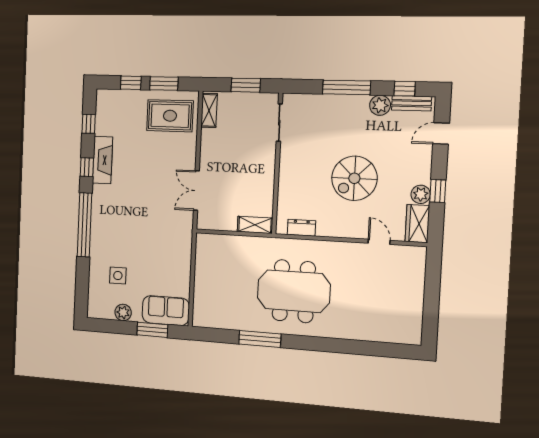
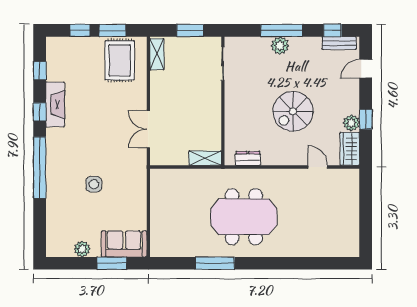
plant: (380, 105) -> (280, 46), moved
rug: (170, 116) -> (120, 60), turned 90
side table: (118, 276) -> (94, 184), moved

